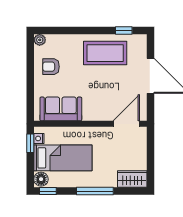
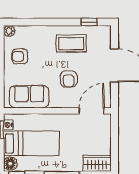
coffee table: (105, 53) -> (71, 43), width x0.73, depth x0.76
armchair: (102, 90) -> (69, 79), added

